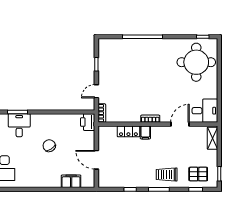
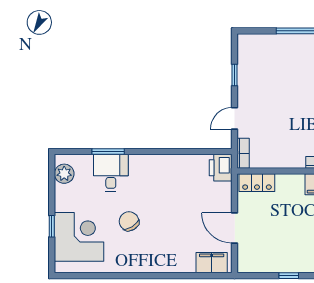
locker: (128, 131) -> (257, 183), moved
chair: (49, 146) -> (129, 221), moved
filing cabinet: (71, 181) -> (212, 263), moved

